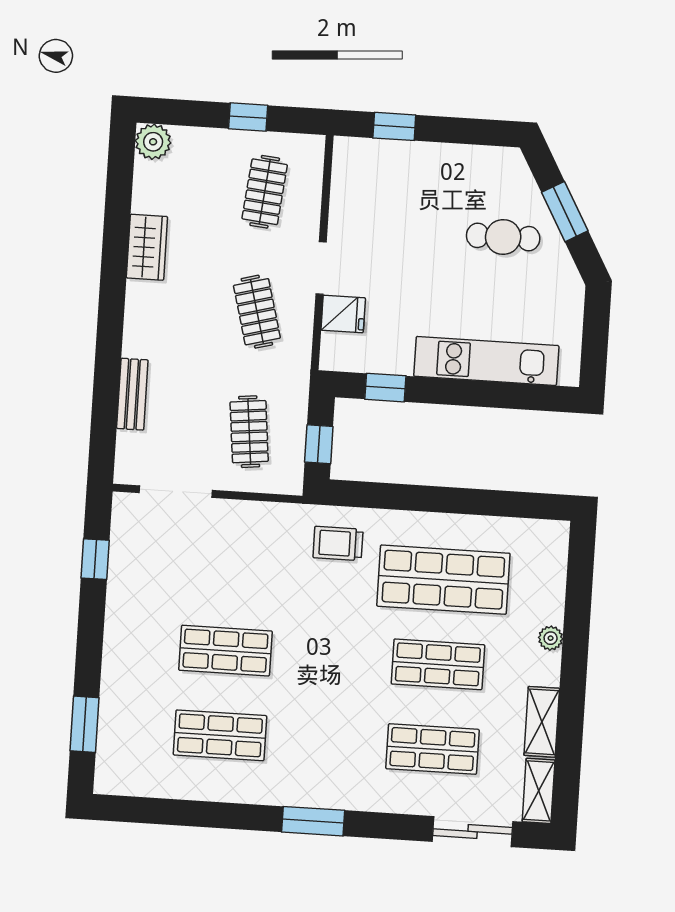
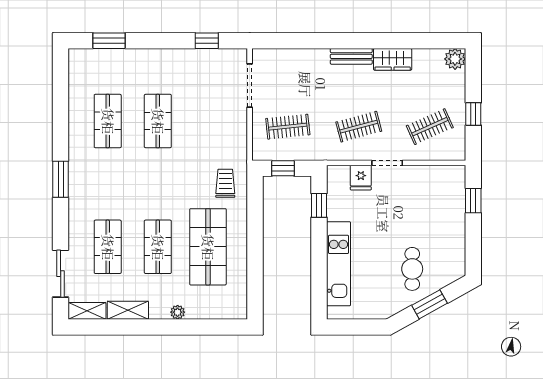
clothes rail: (265, 192) -> (430, 127), turned -30
bench: (132, 394) -> (351, 56), moved

